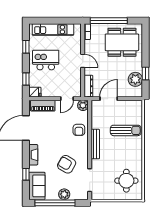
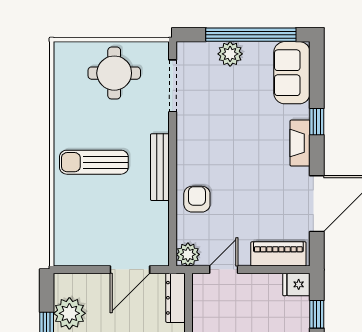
sun lounger: (126, 130) -> (94, 162), moved
armchair: (67, 164) -> (225, 122), removed
window: (26, 174) -> (317, 122), moved
round table: (126, 181) -> (114, 73), moved

